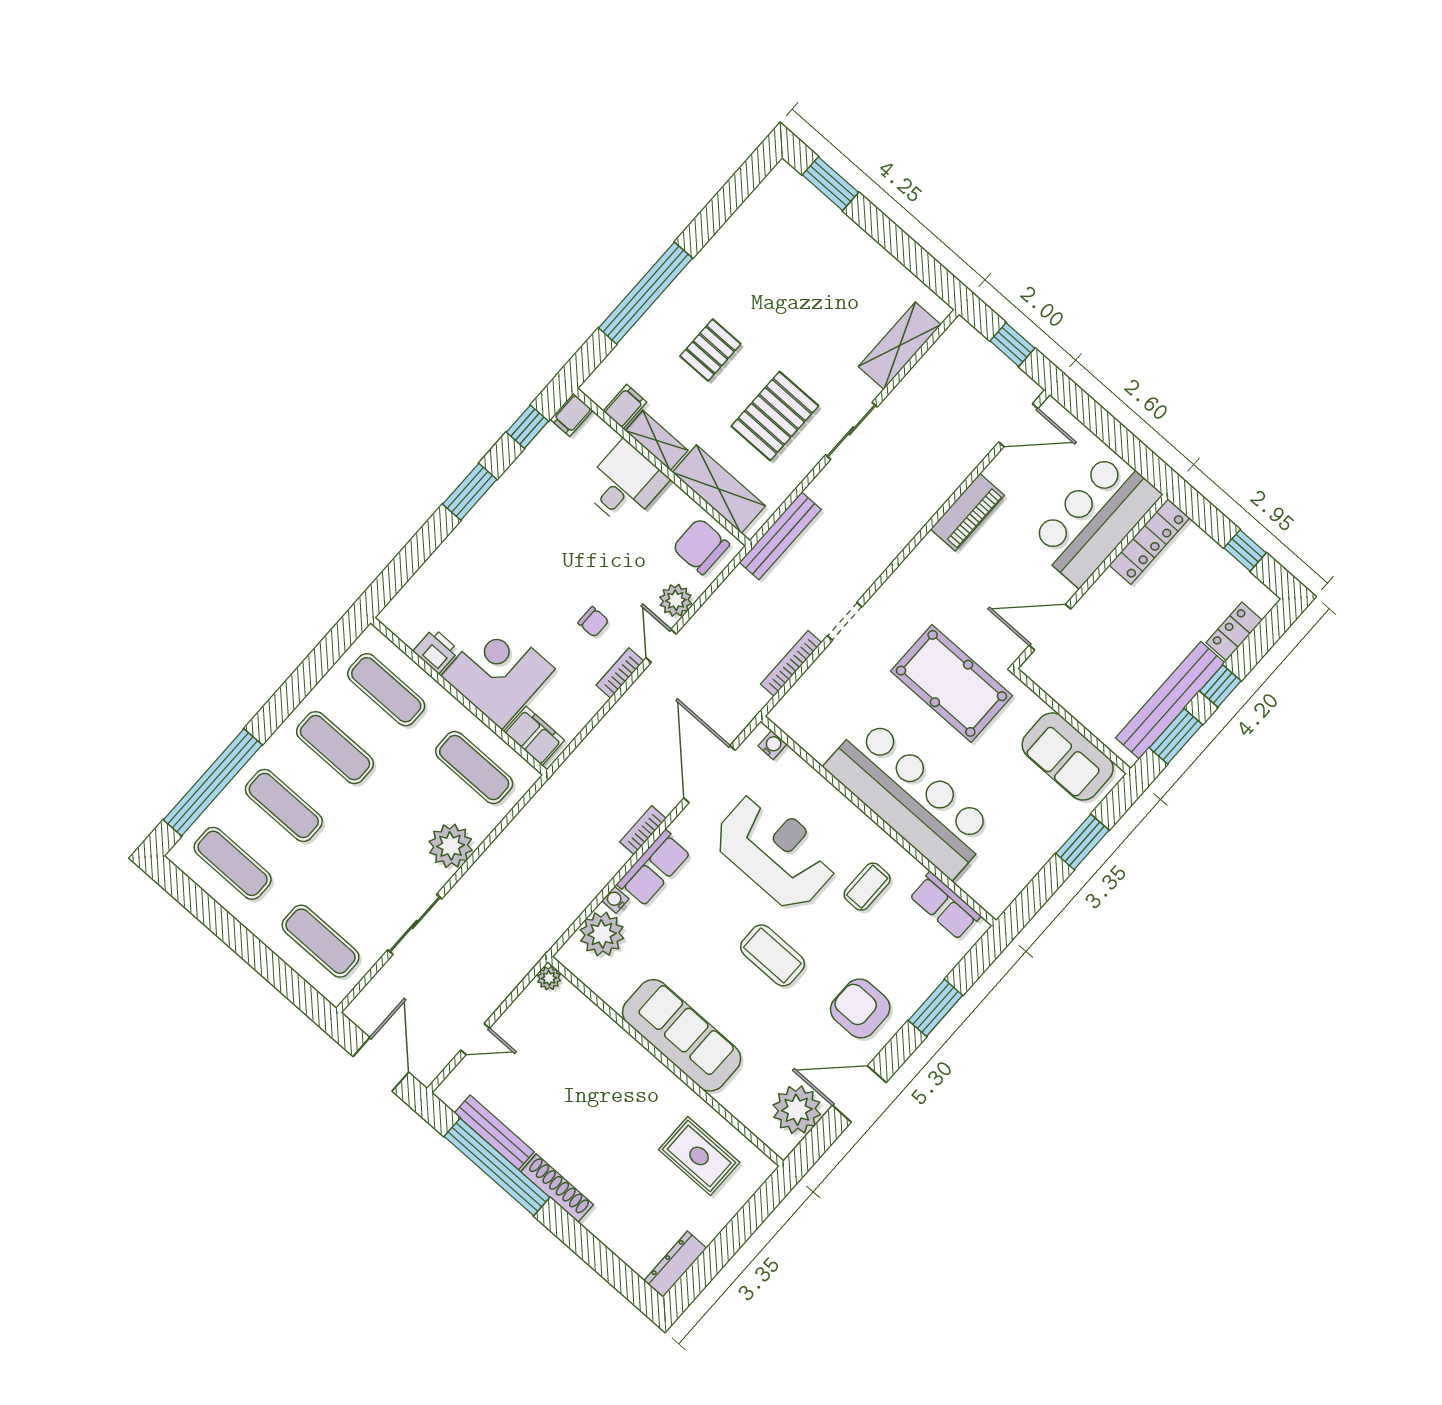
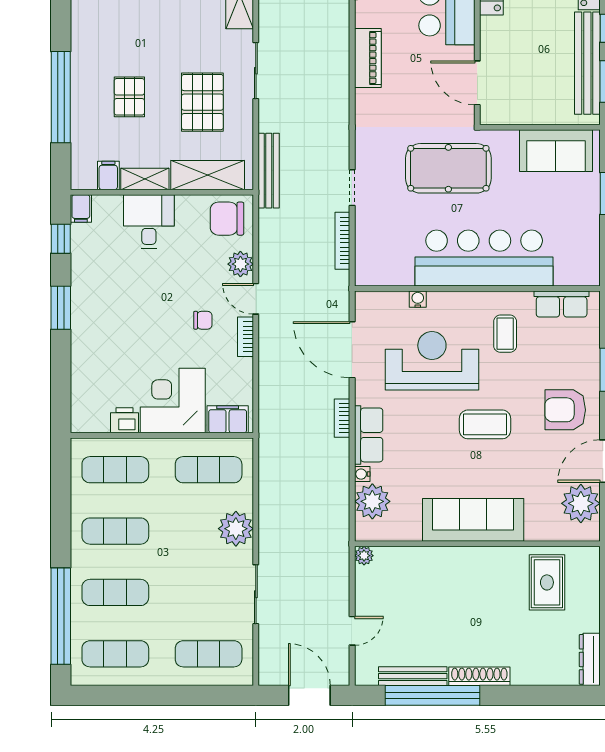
door: (1050, 627) -> (477, 83), hinge flipped
water cooler: (772, 745) -> (418, 299), moved
rug: (699, 1156) -> (547, 582), turned 90

